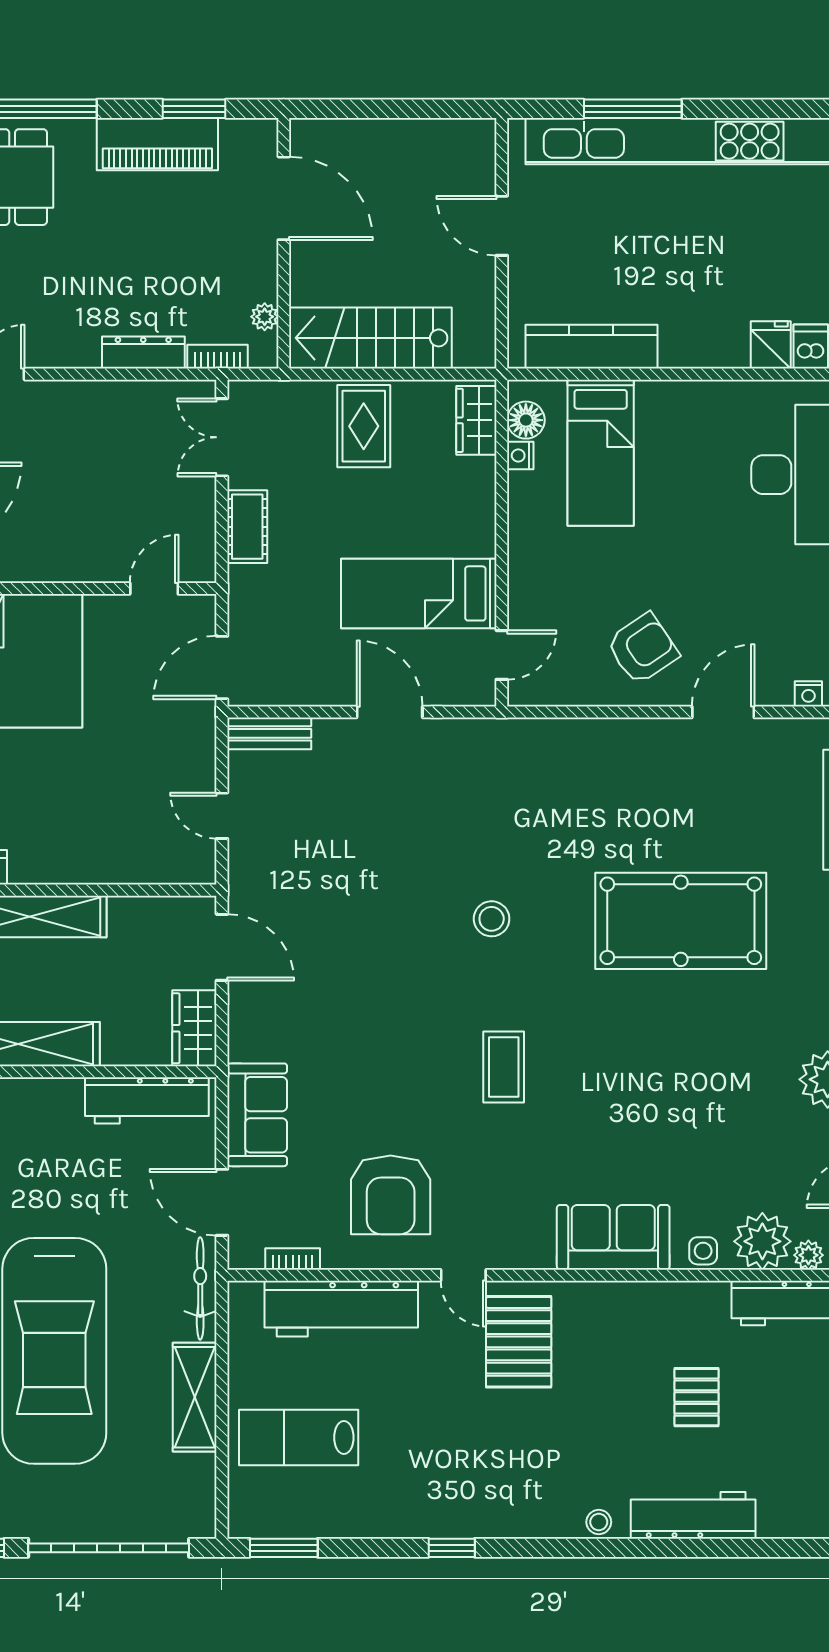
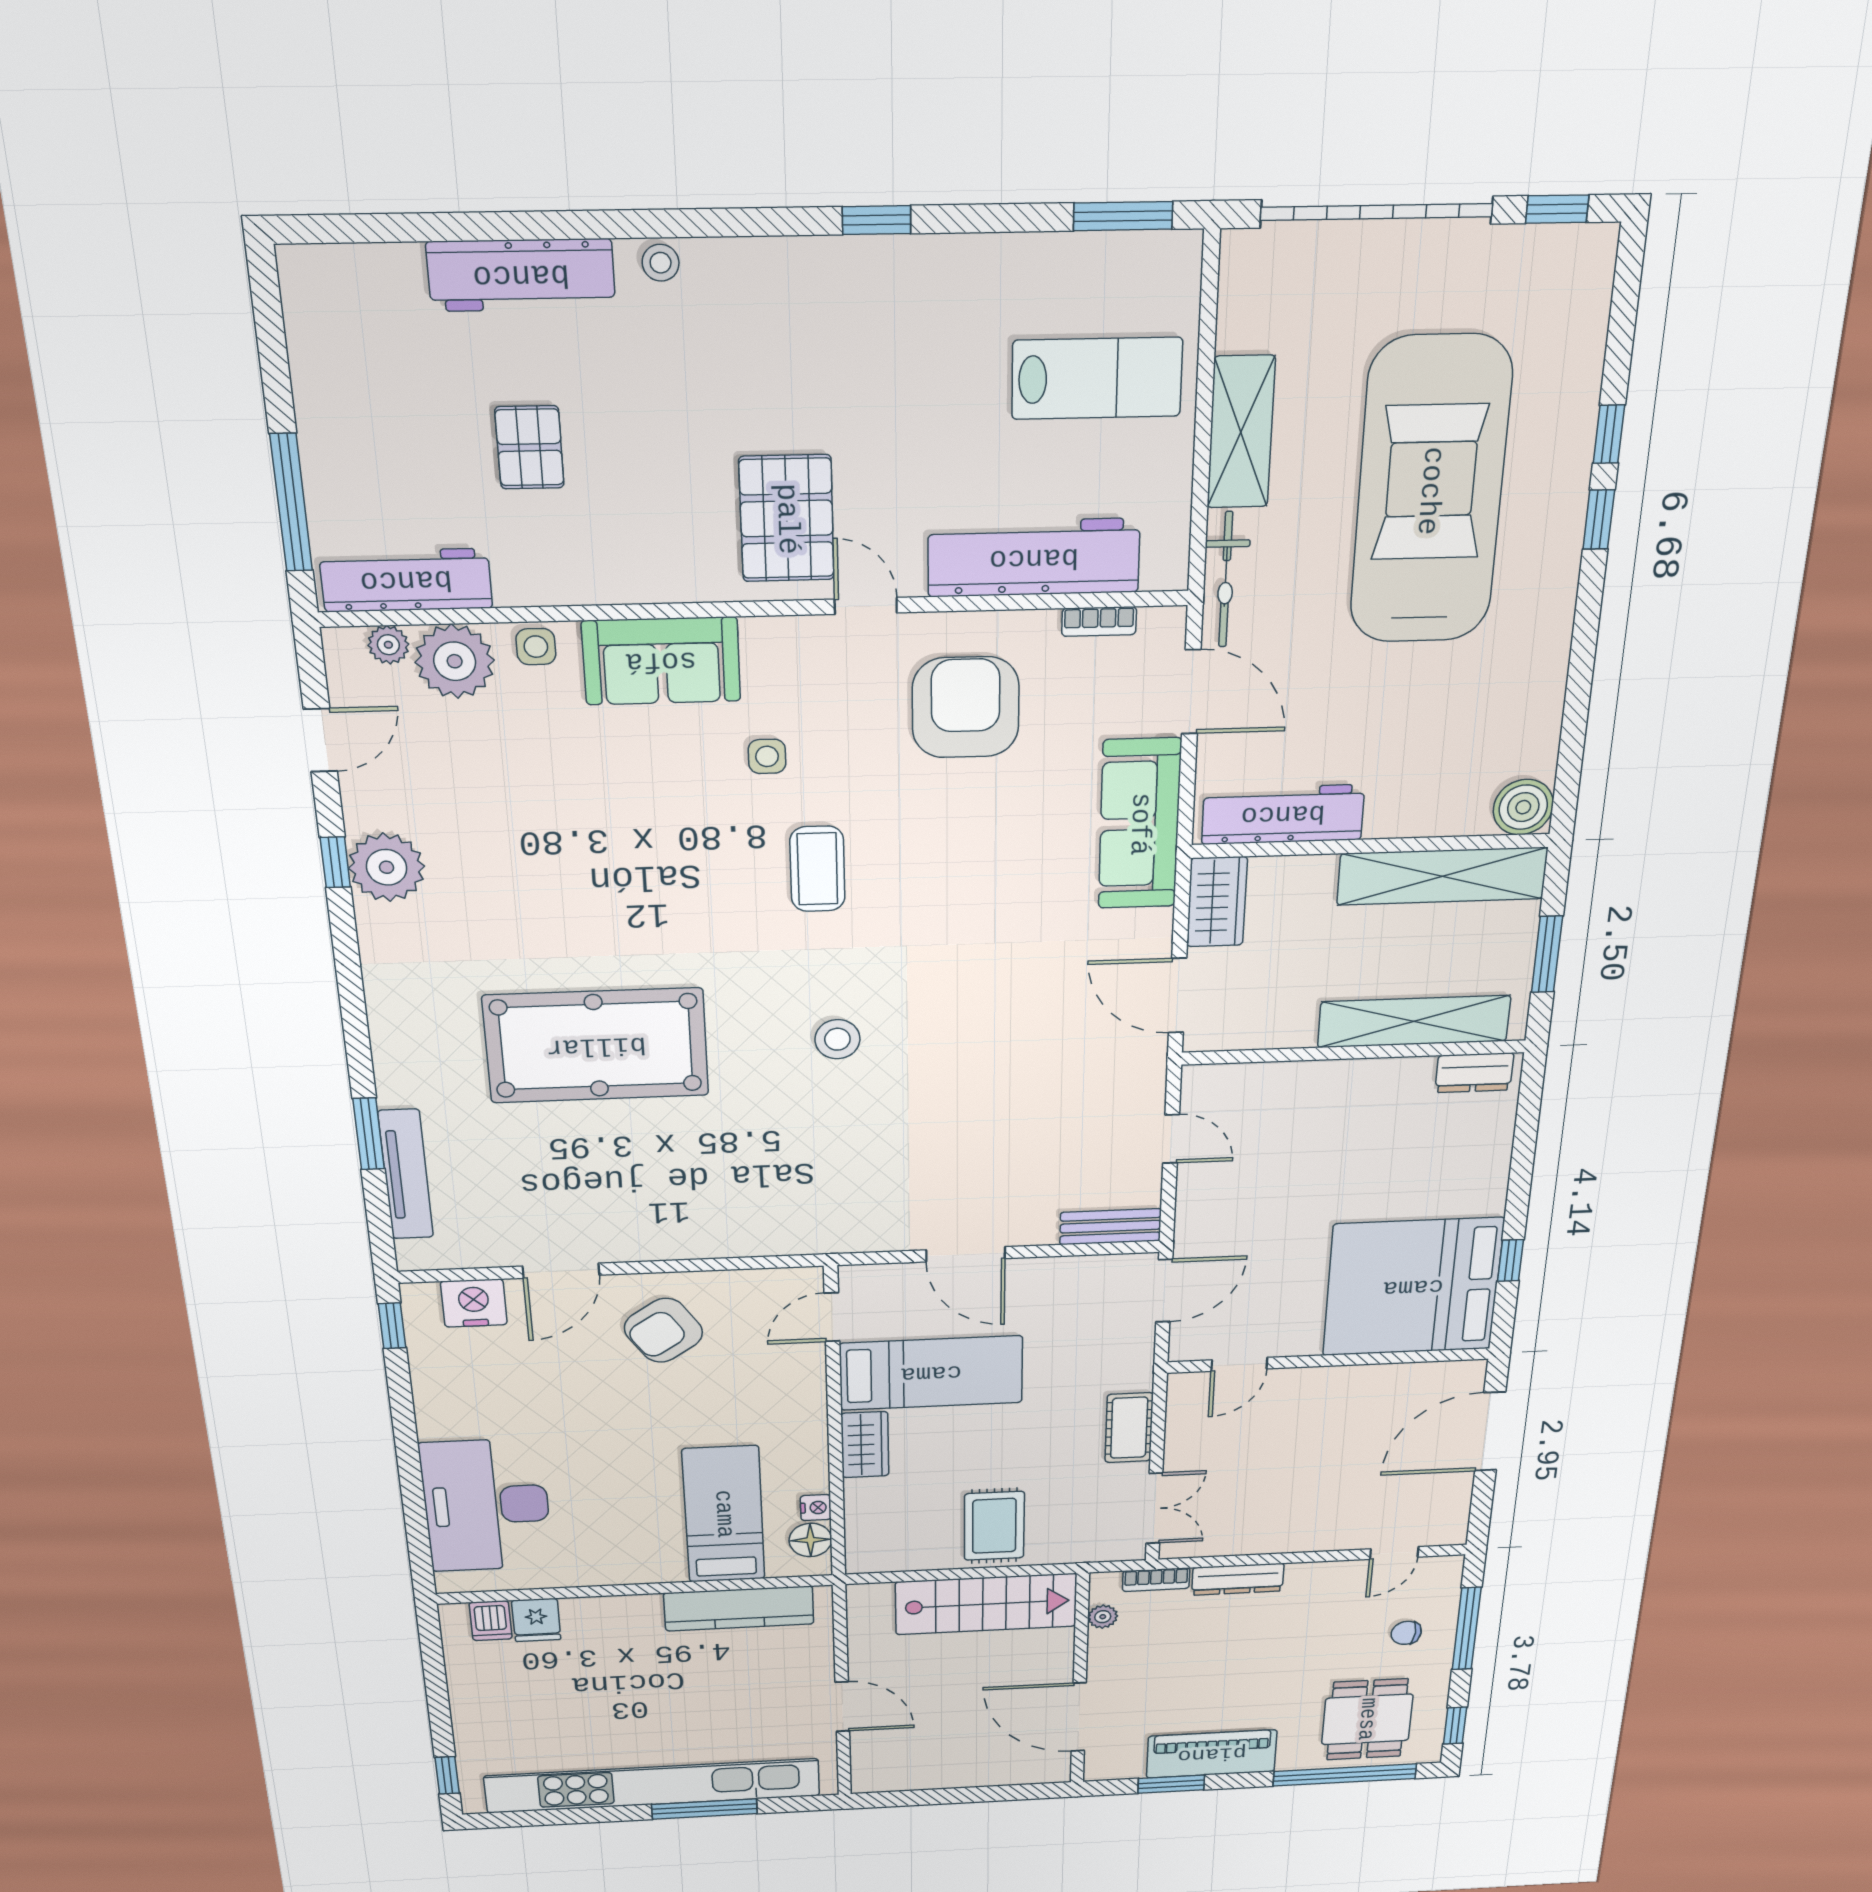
wardrobe: (476, 420) -> (865, 1445), moved
nightstand: (808, 694) -> (474, 1303), width x1.89, depth x1.79
sofa: (257, 1115) -> (1140, 824), width x1.36
side table: (539, 1160) -> (767, 756), added

